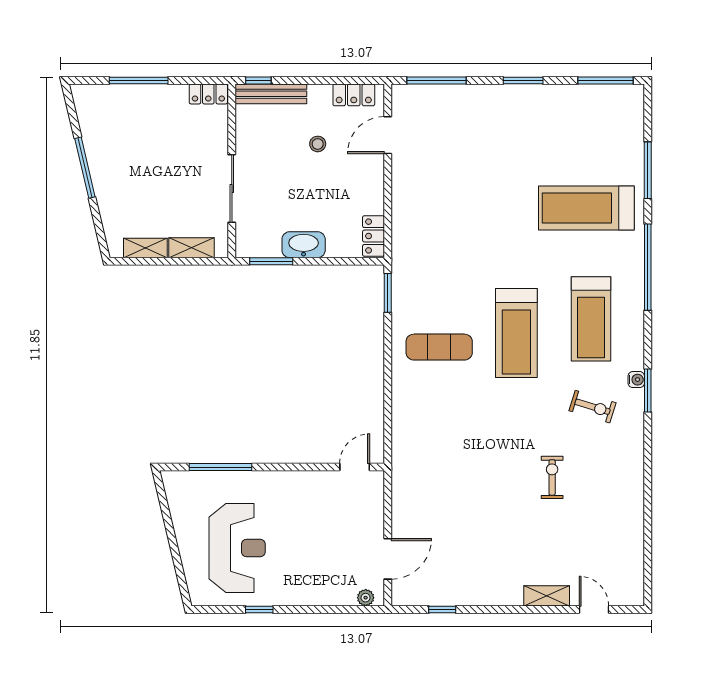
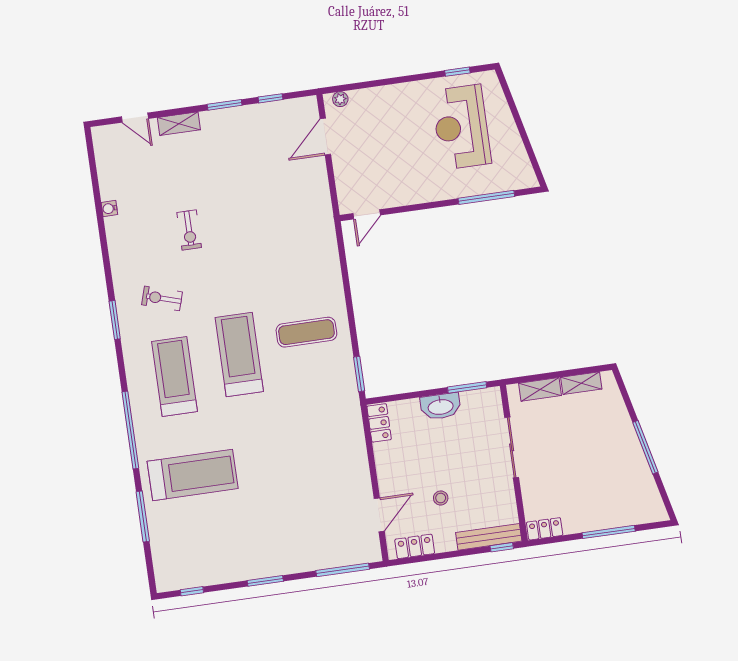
window: (605, 80) -> (192, 591), width x0.46
water cooler: (636, 380) -> (109, 209), moved
window: (259, 609) -> (457, 72), moved
window: (494, 609) -> (225, 105), added

